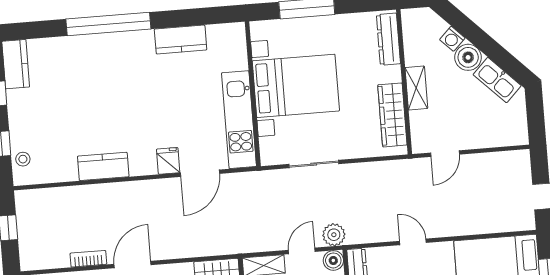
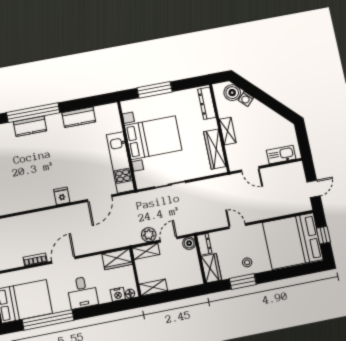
boiler: (468, 57) -> (232, 93), moved
kitchen sink: (497, 80) -> (281, 155), moved, turned 135
door: (445, 154) -> (250, 169), hinge flipped
fridge: (168, 161) -> (62, 196), moved
kitchen counter: (103, 166) -> (30, 126), moved, turned 180
plant: (334, 235) -> (149, 235), moved

